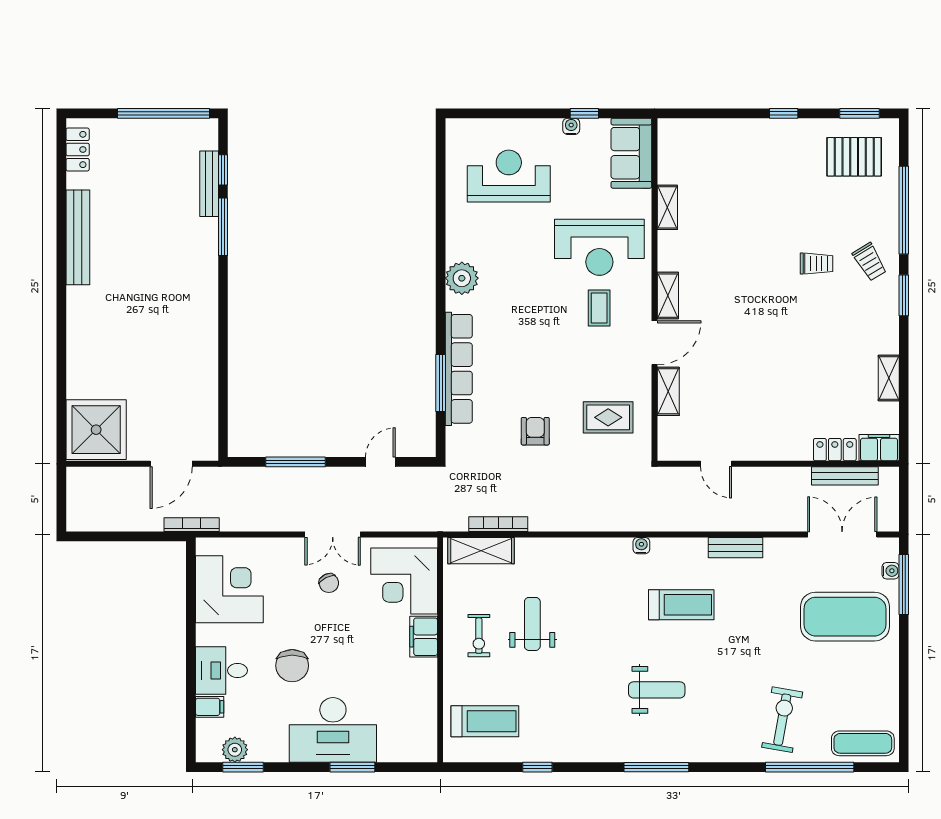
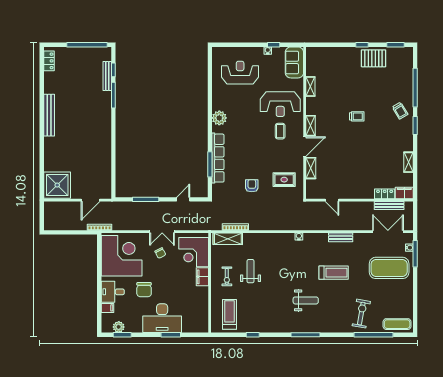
pallet: (854, 157) -> (374, 58), moved
bench: (78, 237) -> (49, 115), moved
trolley: (817, 264) -> (357, 116), moved
corner desk: (229, 589) -> (122, 256), width x1.36, depth x1.36
treadmill: (681, 605) -> (334, 273), moved
treadmill: (485, 721) -> (230, 314), turned -90

